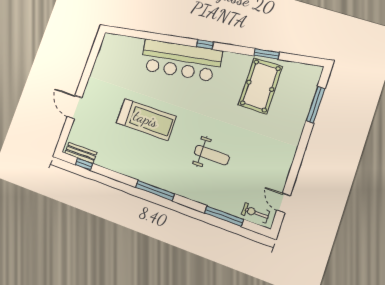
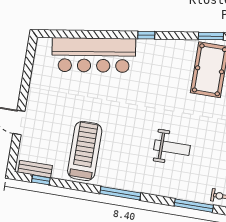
bar counter: (181, 60) -> (94, 55), moved
treadmill: (146, 119) -> (85, 151), moved, turned -90

